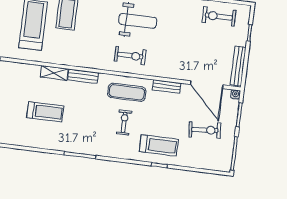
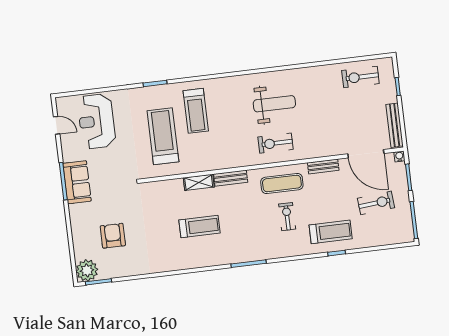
exercise bike: (130, 56) -> (276, 143), turned 180

